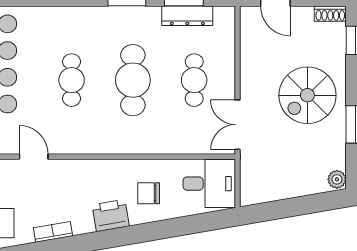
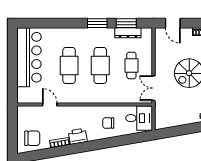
cafe table: (72, 80) -> (69, 65), width x1.37, depth x1.35
printer: (111, 215) -> (78, 136), moved

